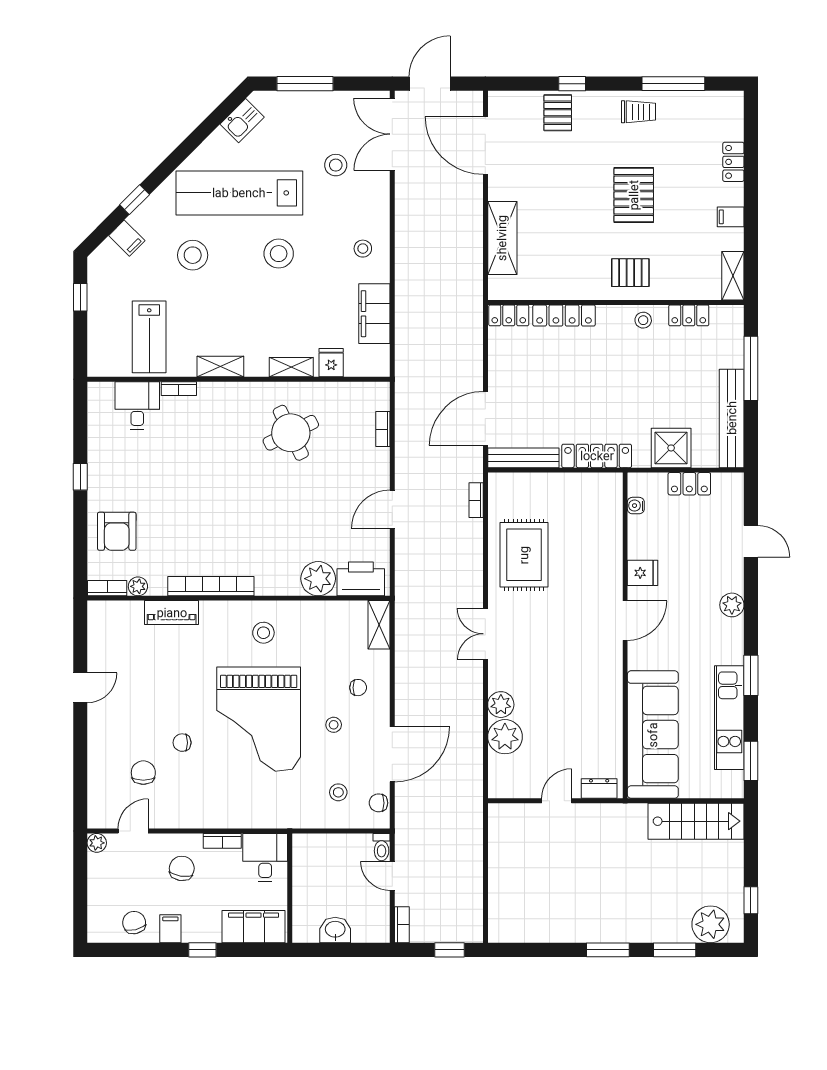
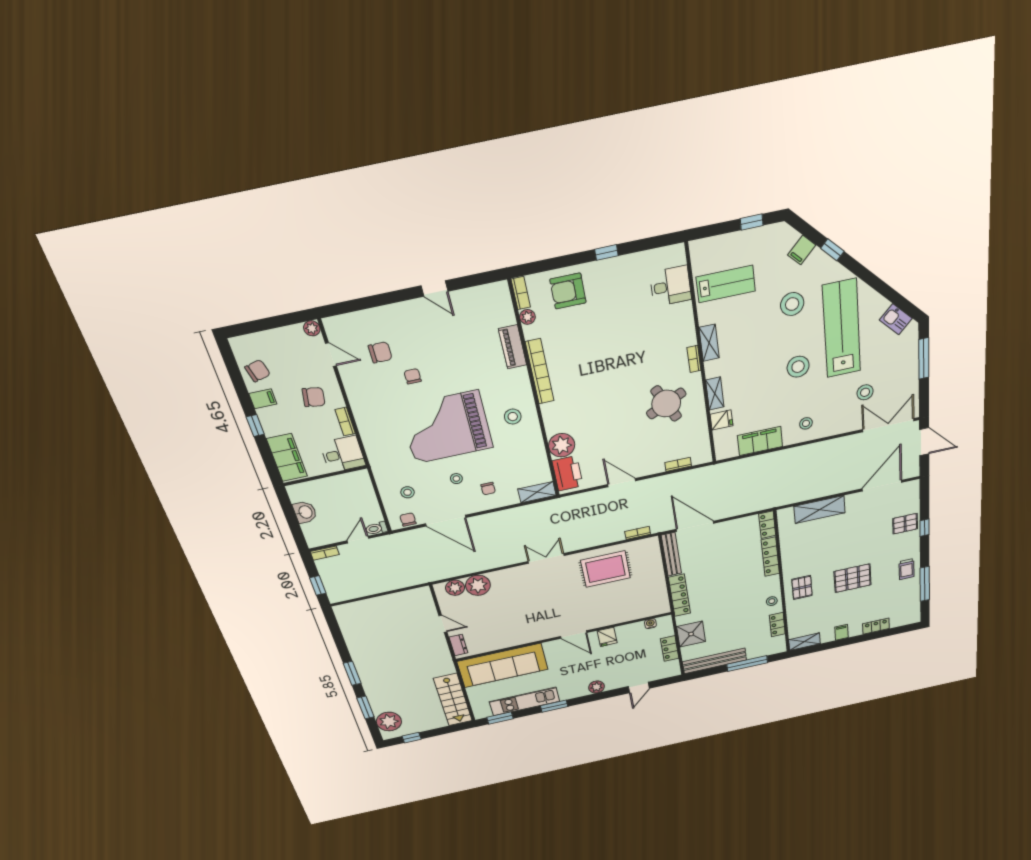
lab bench: (149, 337) -> (726, 284), turned 180
bookcase: (179, 389) -> (694, 359), moved
plant: (501, 705) -> (455, 588), moved

